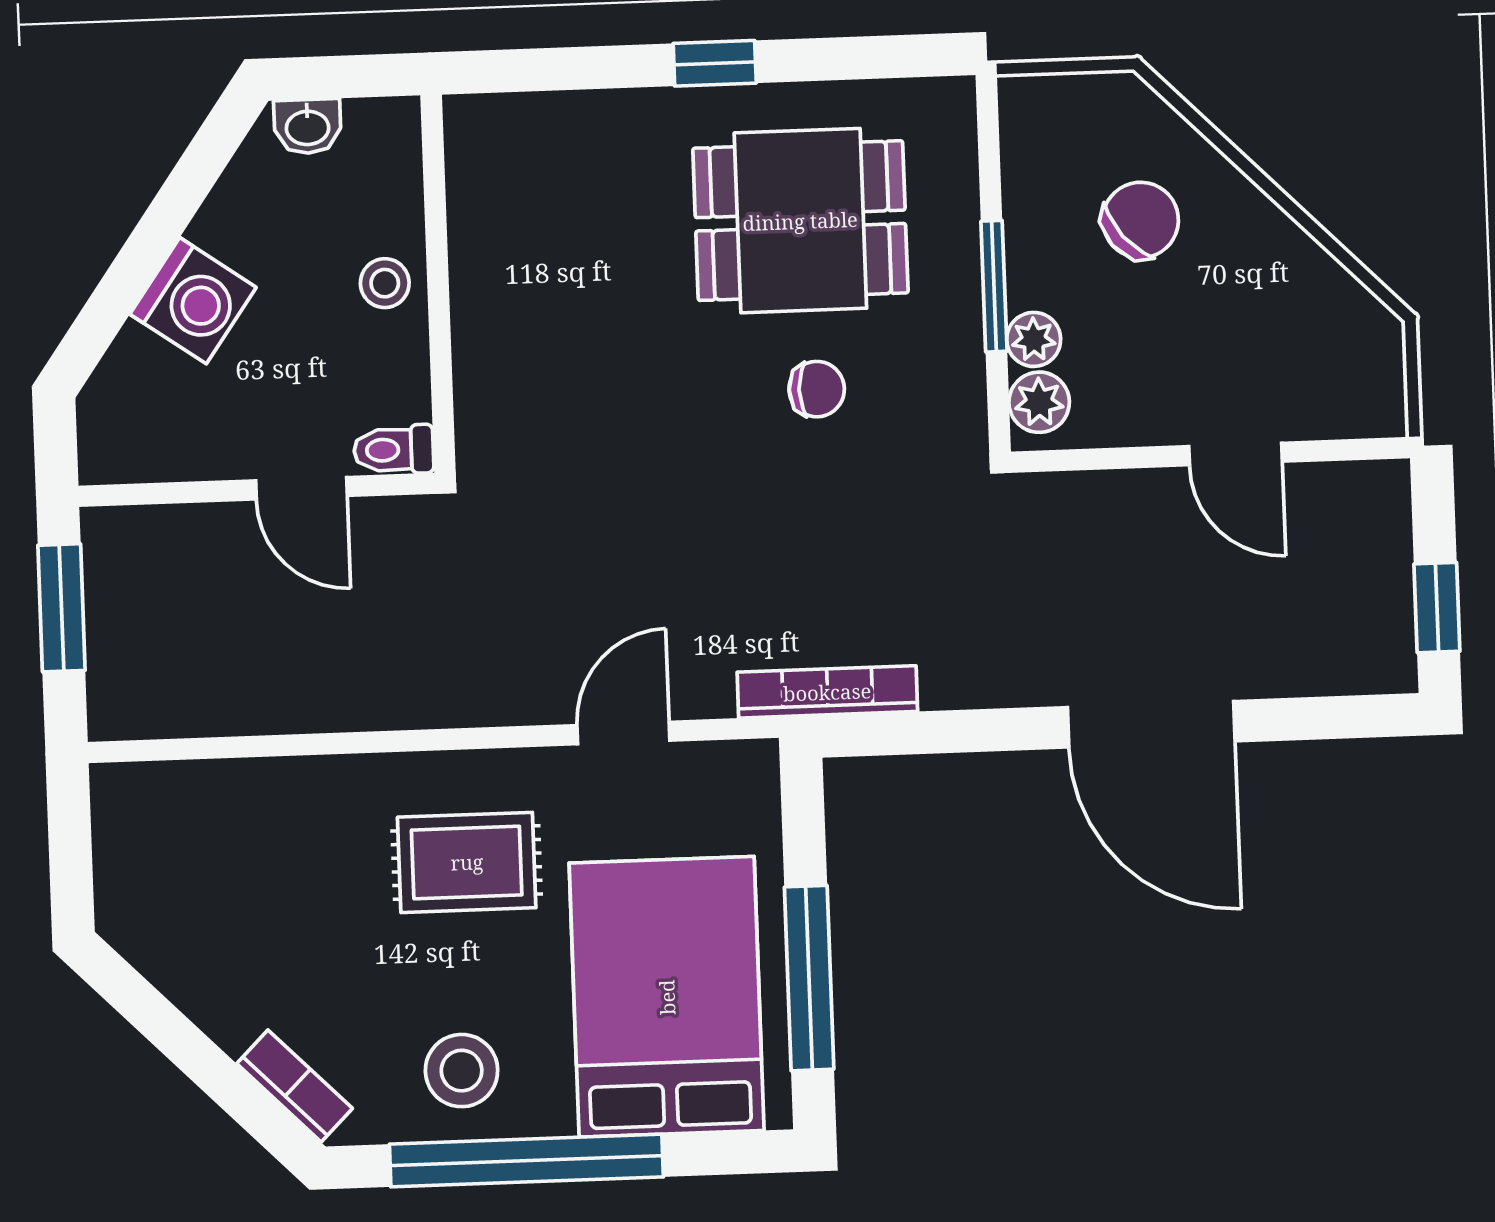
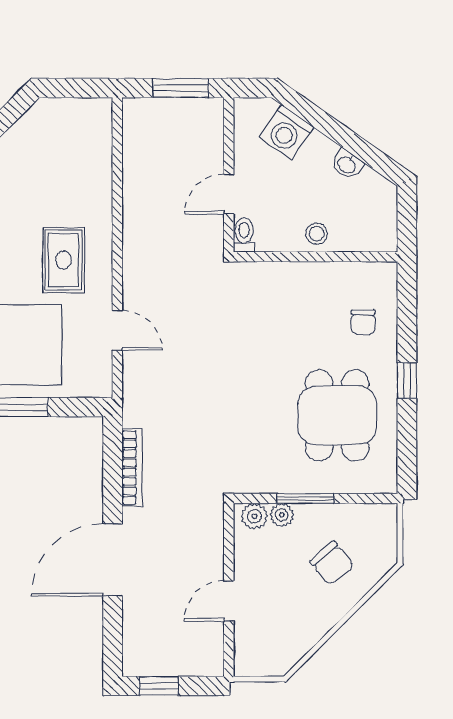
washbasin: (307, 126) -> (347, 164), moved, turned -55
washing machine: (193, 301) -> (286, 132), moved
chair: (817, 389) -> (363, 322), moved
bookcase: (827, 692) -> (132, 467), moved

